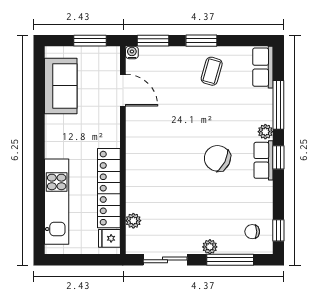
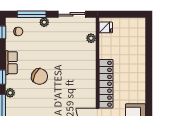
row of seats: (263, 160) -> (11, 63), moved
locker: (109, 188) -> (106, 84), moved
kitchen unit: (57, 202) -> (138, 50), removed

